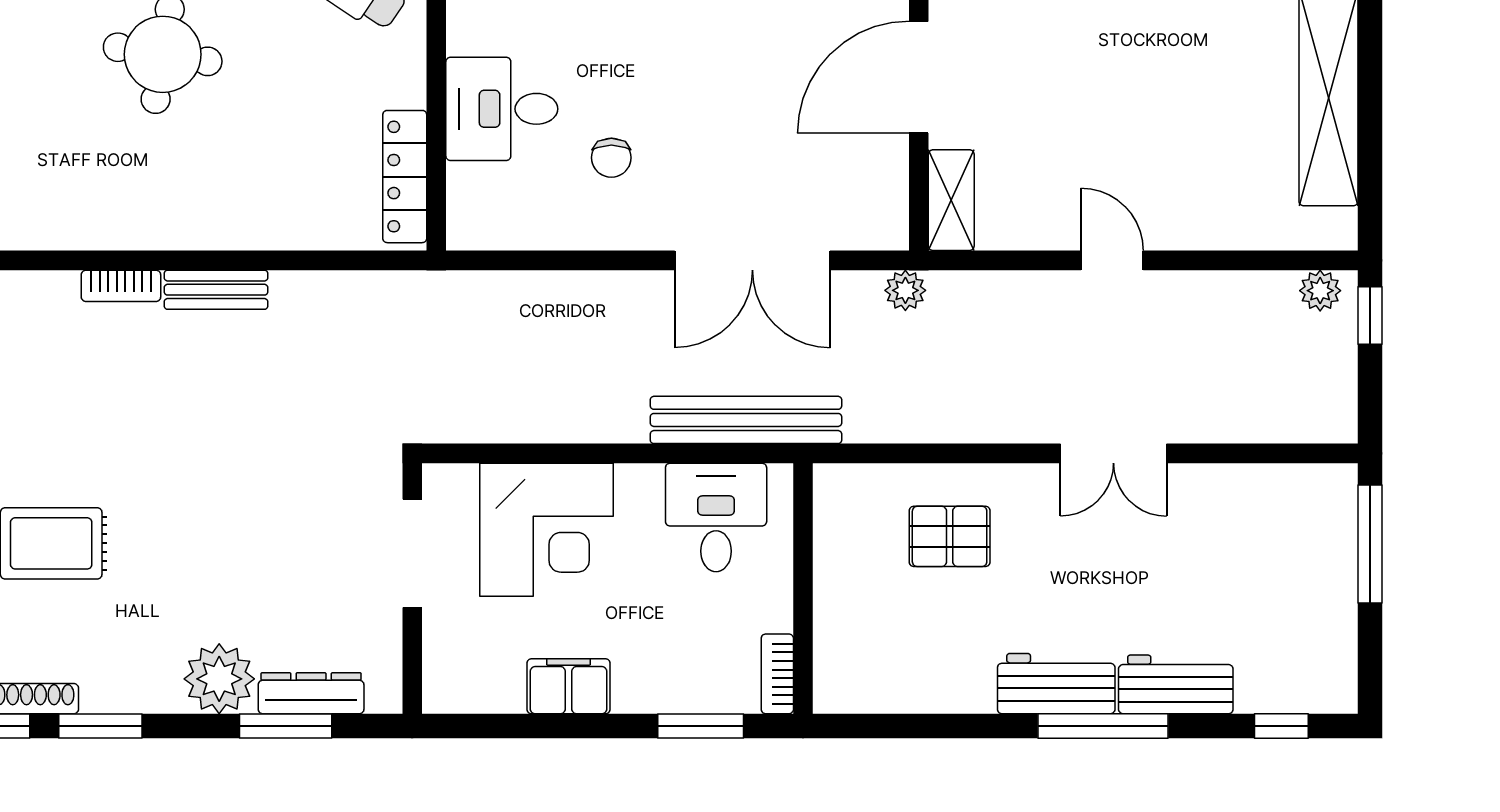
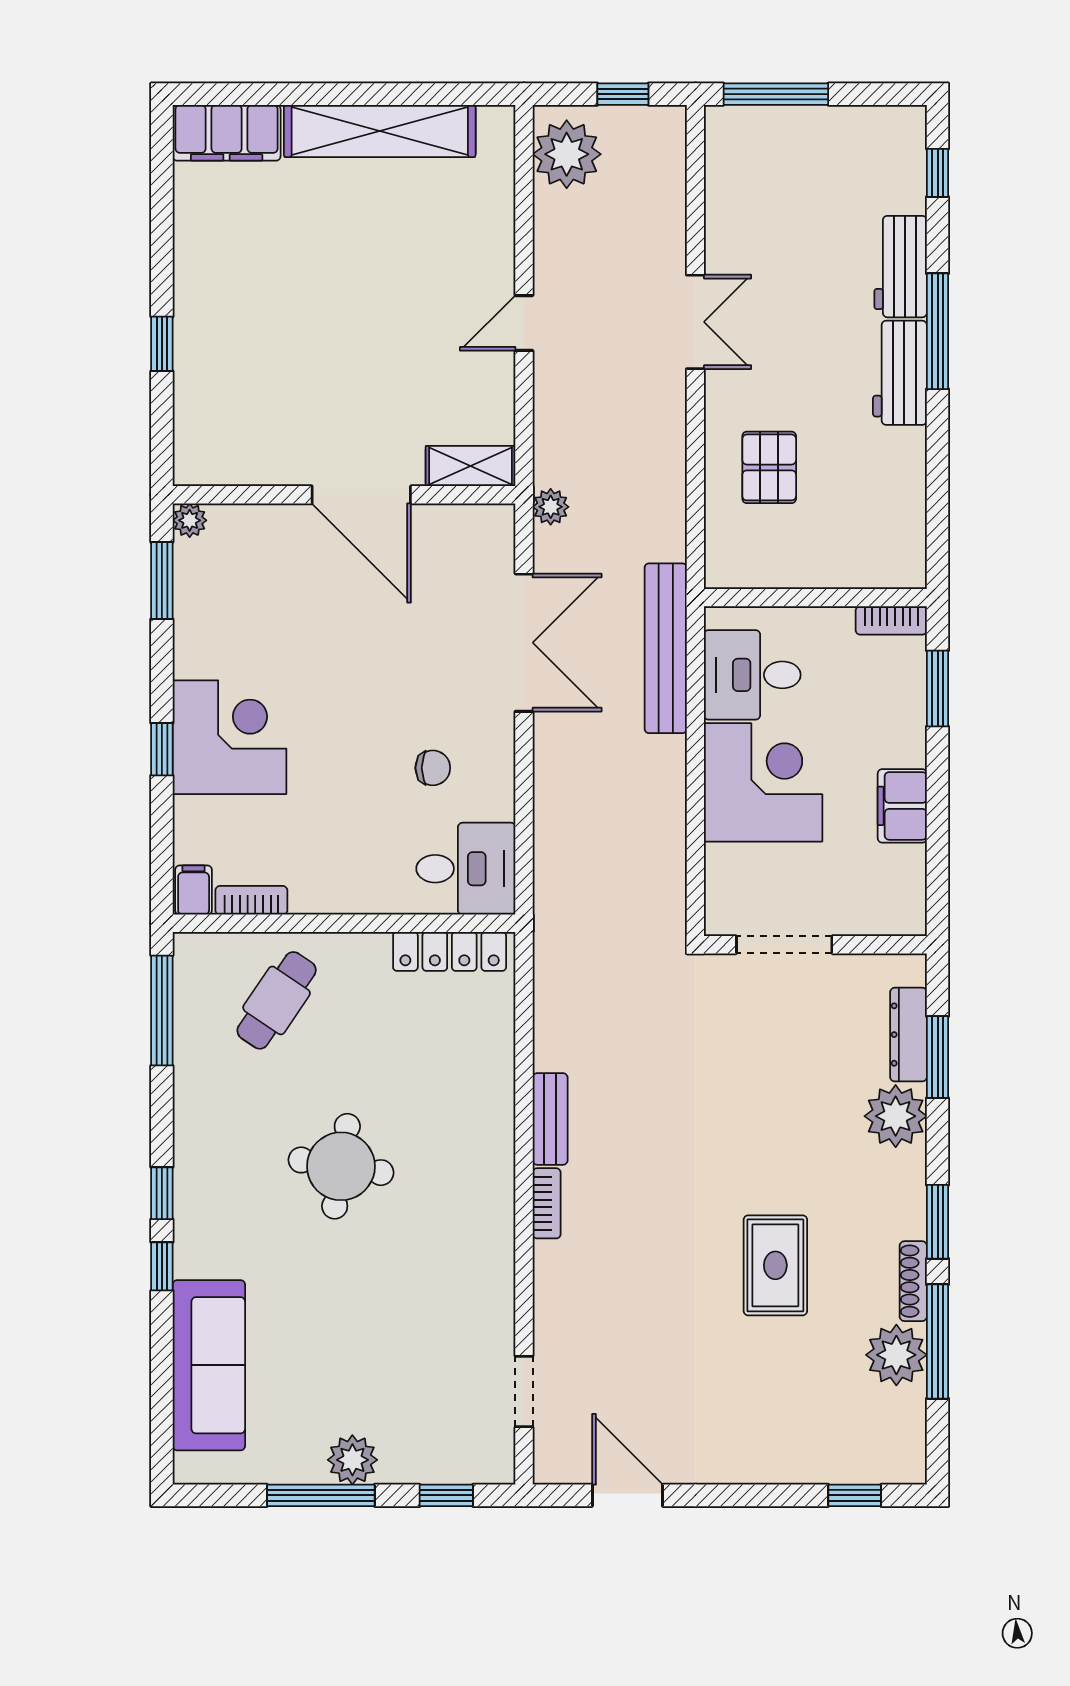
desk: (502, 109) -> (466, 869), moved, turned -90
plant: (1320, 291) -> (567, 154), width x1.88, depth x1.88
window: (1370, 316) -> (623, 94), moved
corner desk: (546, 530) -> (763, 782), moved

